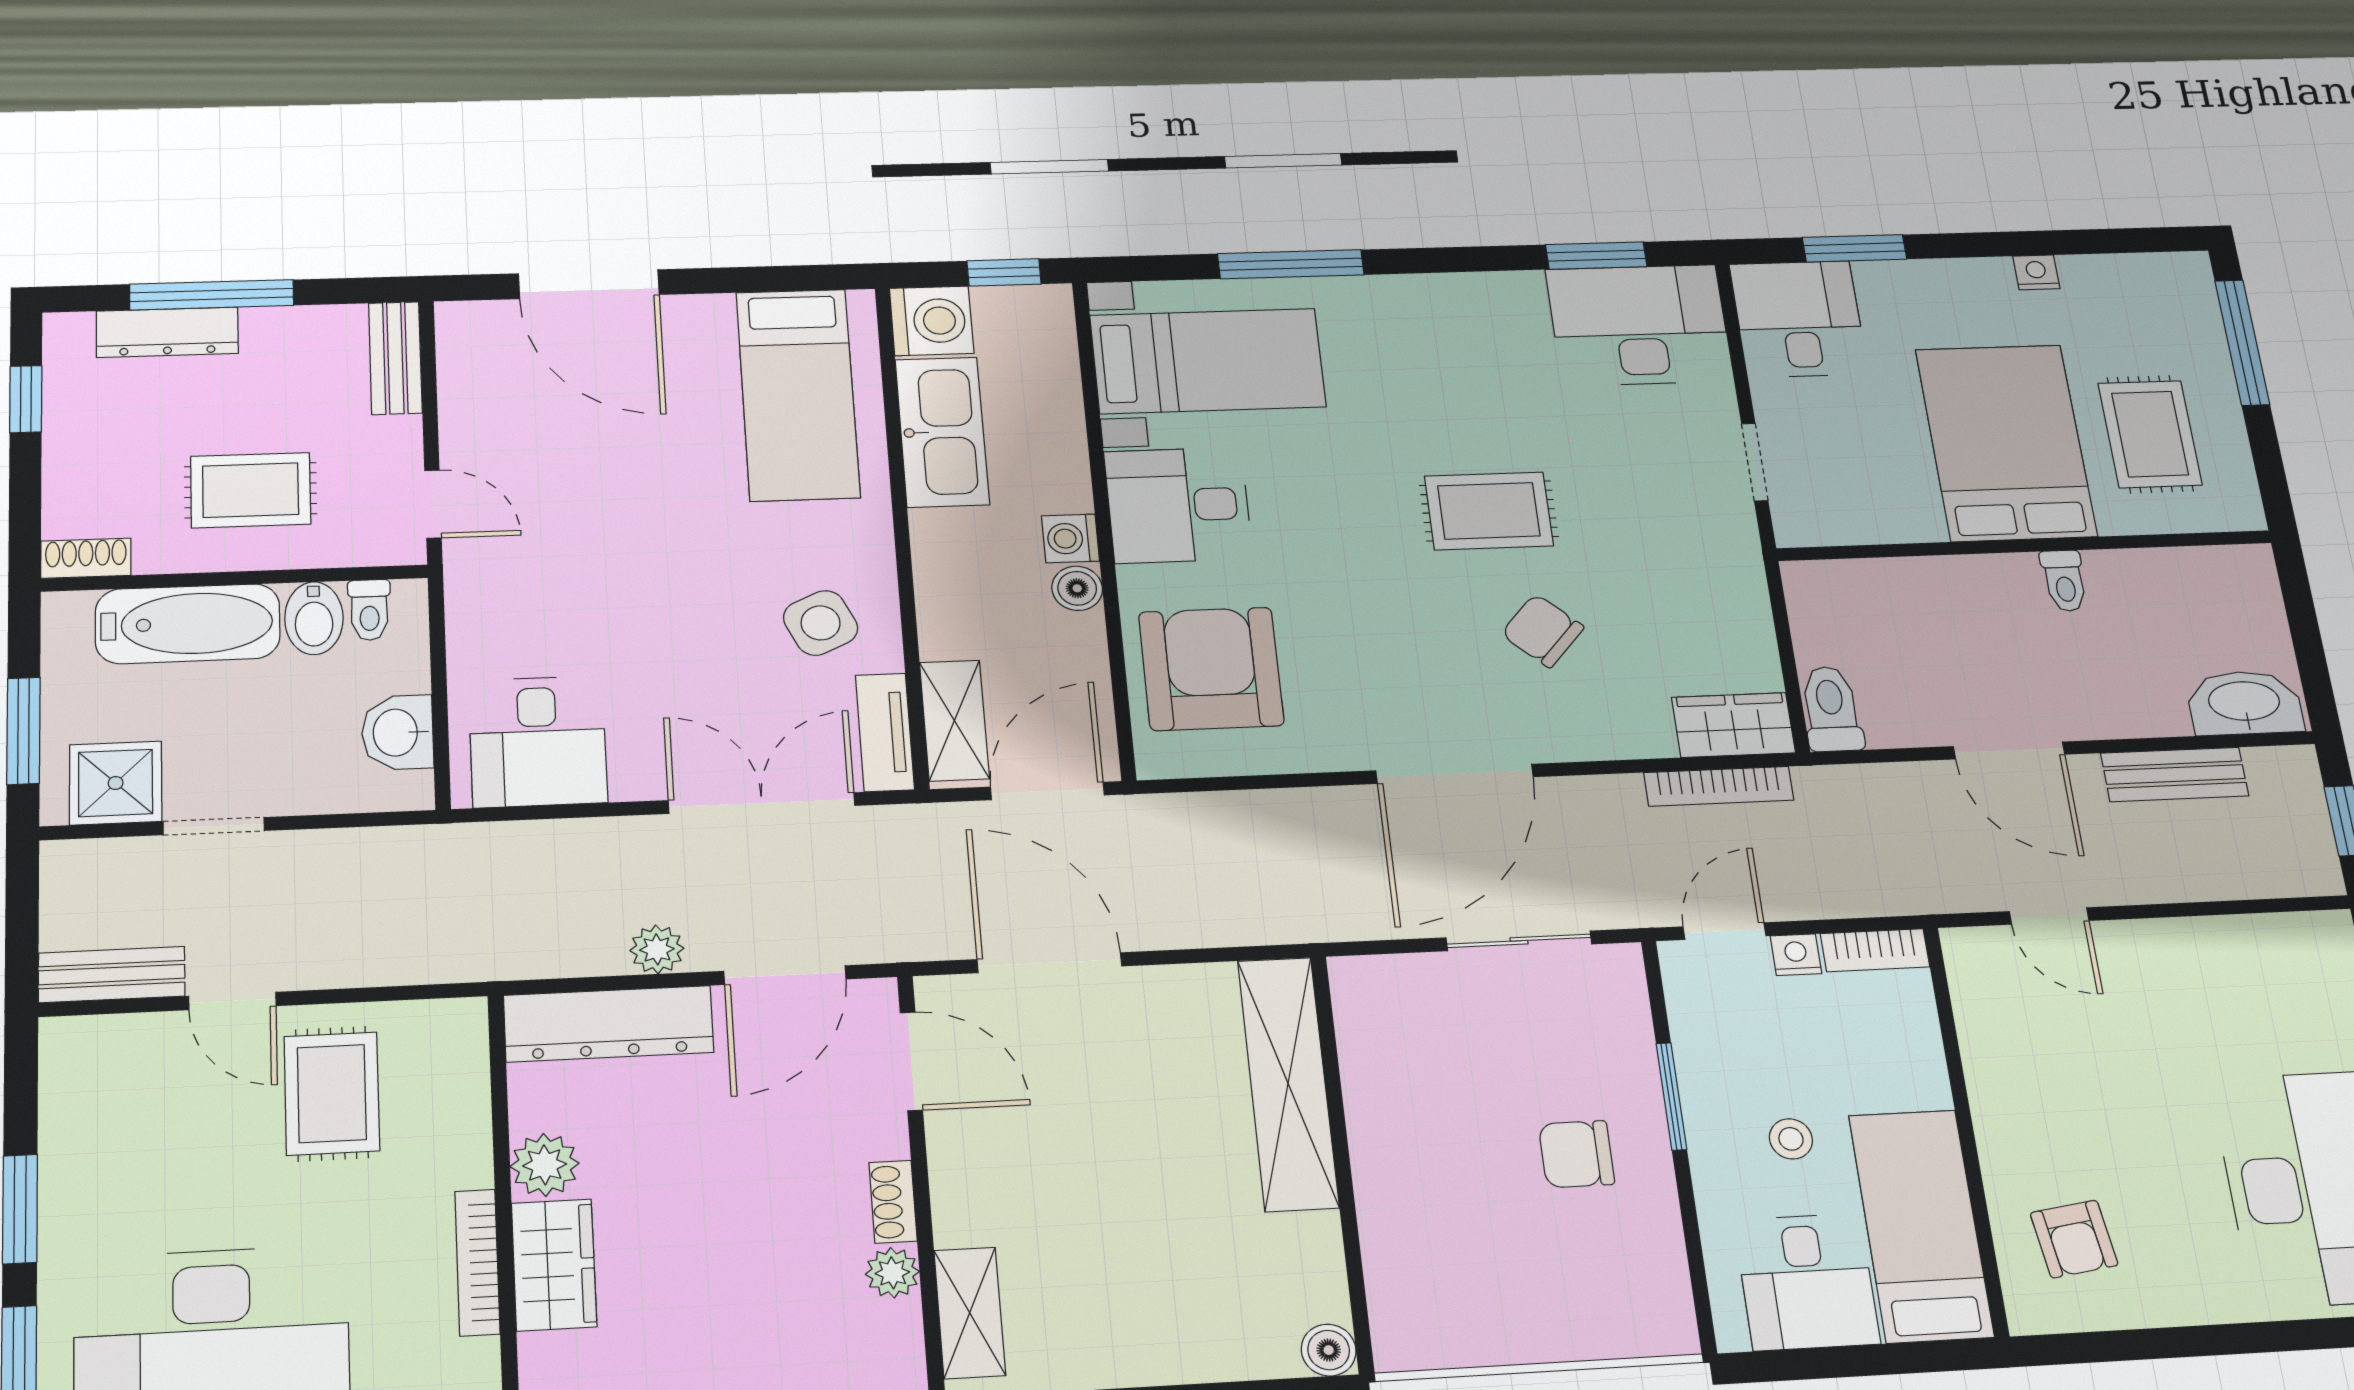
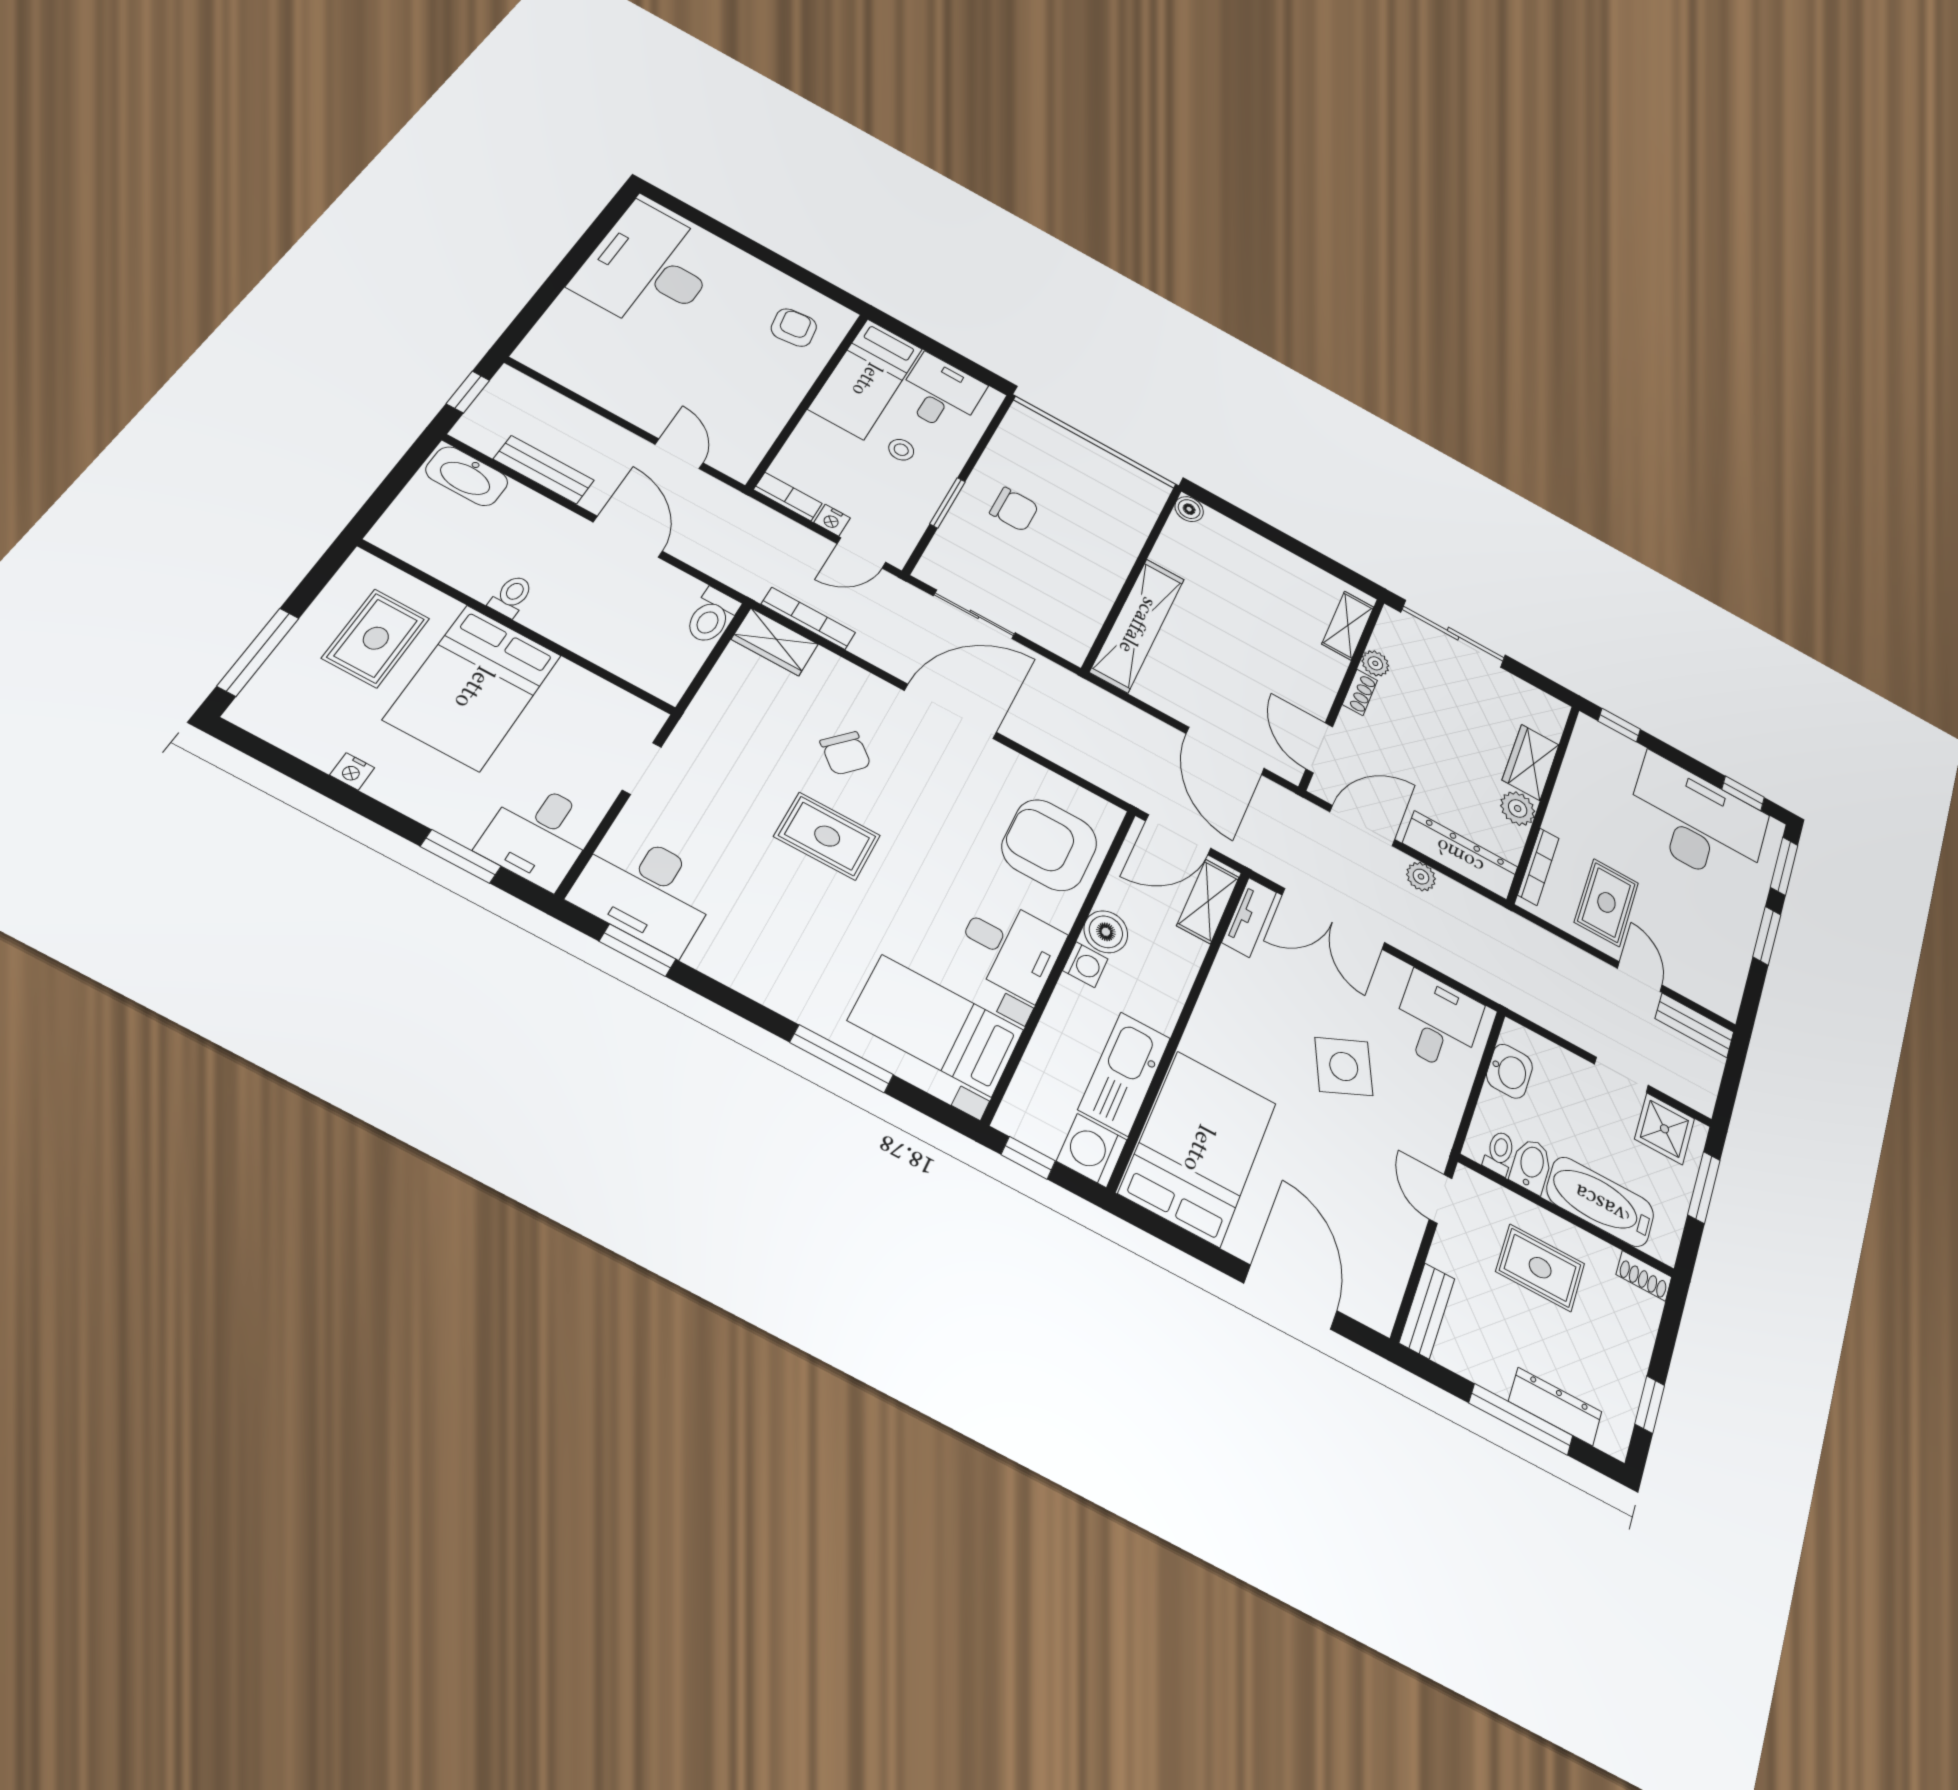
bed: (798, 394) -> (1198, 1148), width x1.50
boiler: (1077, 588) -> (1106, 932), width x1.36, depth x1.36
side table: (821, 623) -> (1344, 1066), moved, width x1.37, depth x1.37
armchair: (1211, 669) -> (1049, 845), turned 90
bookcase: (477, 1262) -> (1538, 866), moved

